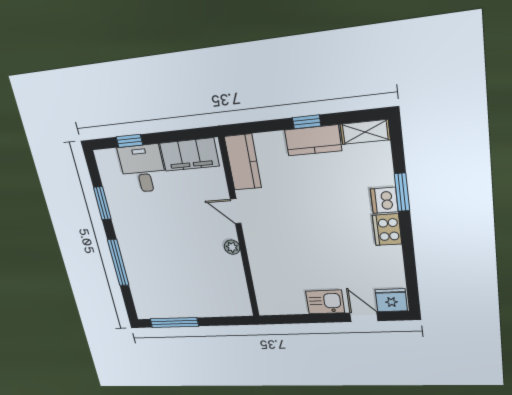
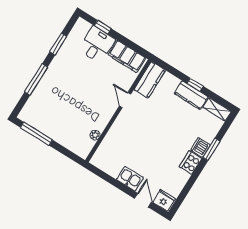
plant: (232, 247) -> (95, 135), moved

